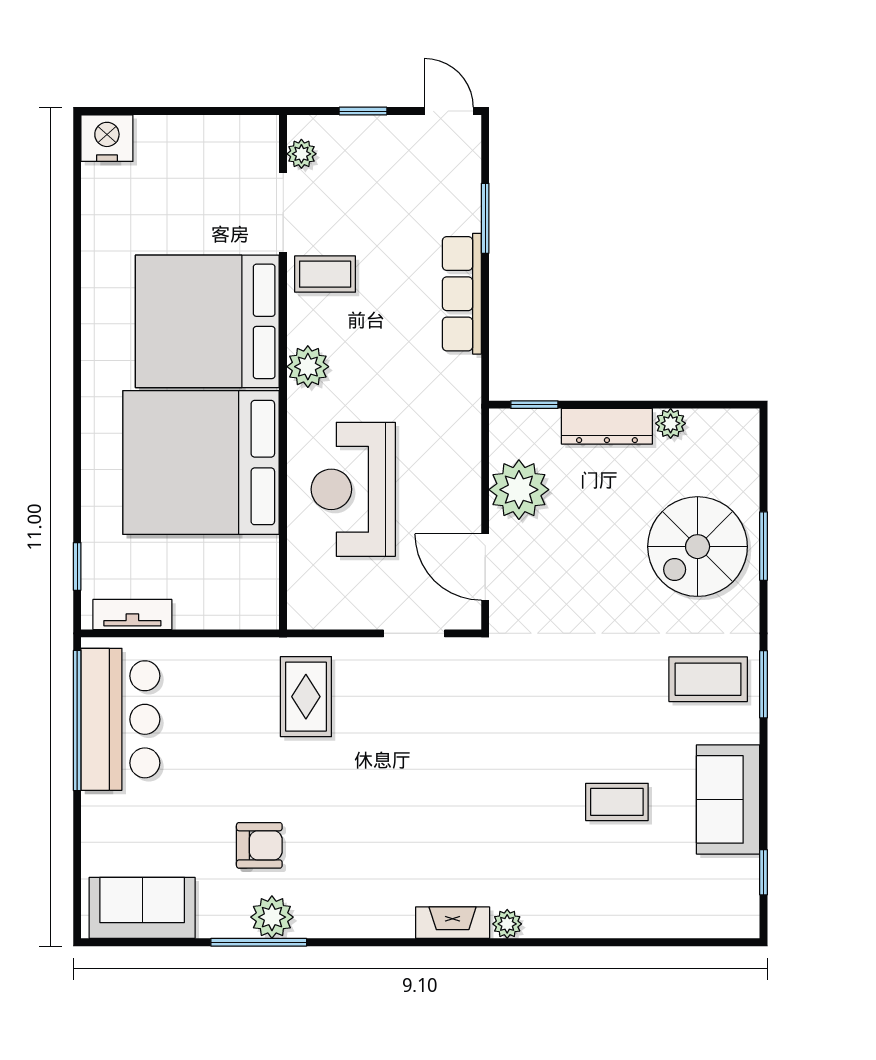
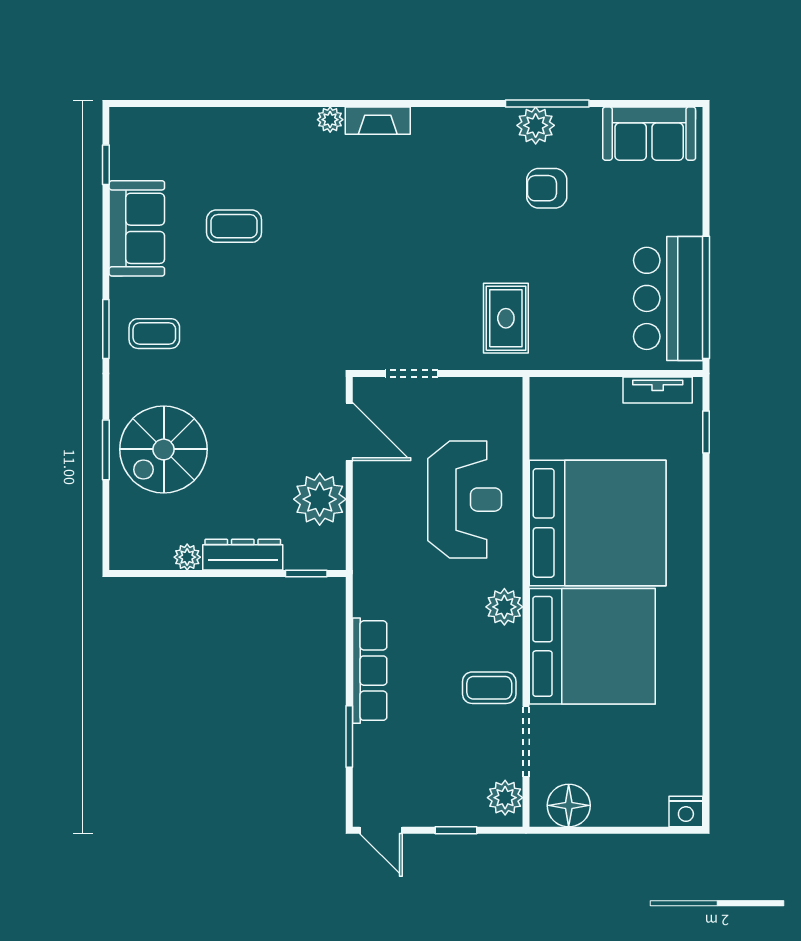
nightstand: (107, 138) -> (686, 812), width x0.74, depth x0.75
floor lamp: (234, 139) -> (569, 805), added
plant: (301, 154) -> (505, 798), width x1.38, depth x1.38
spiral stairs: (698, 547) -> (164, 449), turned 180
coffee table: (708, 679) -> (154, 334), width x0.73, depth x0.77

